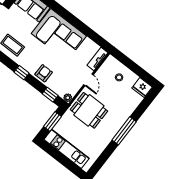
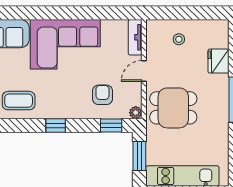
armchair: (44, 73) -> (102, 95), moved
door: (89, 80) -> (144, 71), swing flipped
fridge: (142, 88) -> (219, 61), moved, turned 90

